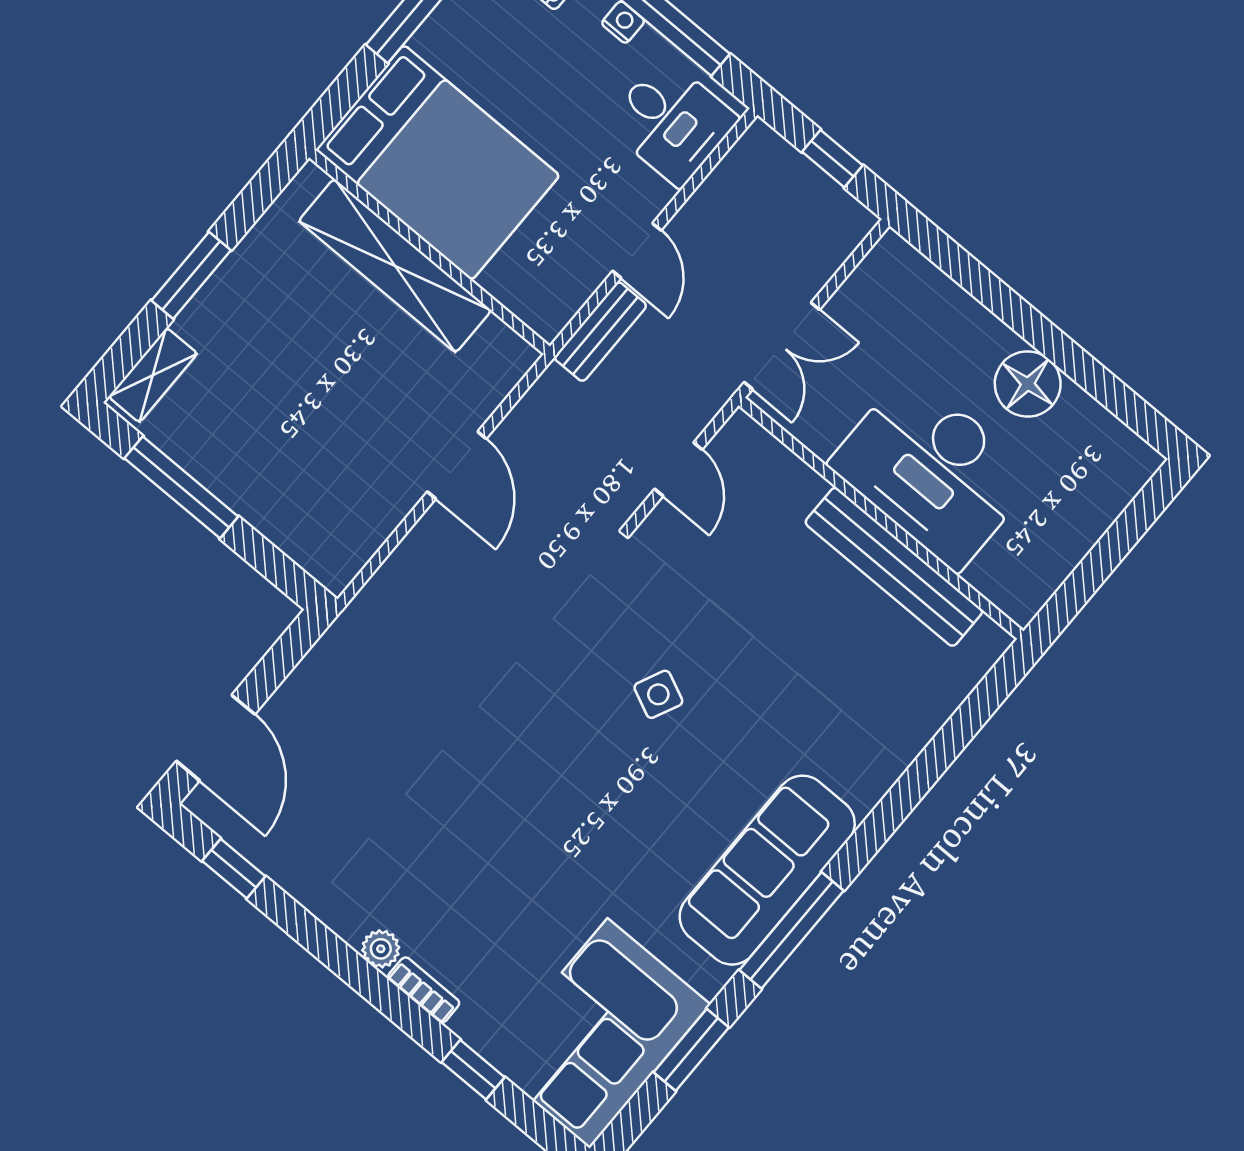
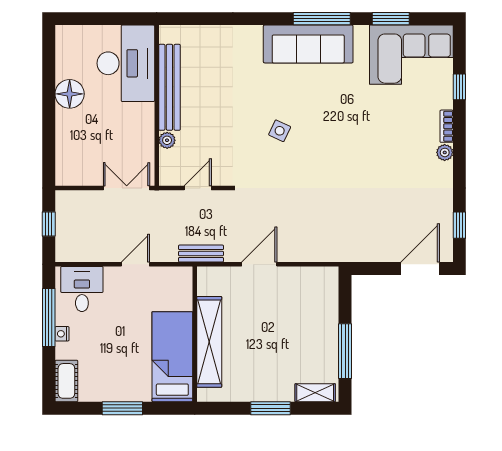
bed: (438, 163) -> (172, 357), width x0.67
bench: (600, 332) -> (201, 254), moved
desk: (933, 471) -> (126, 63), moved
plant: (806, 486) -> (167, 140), added

